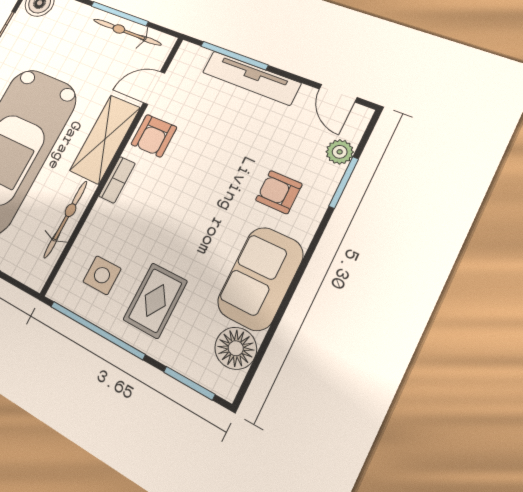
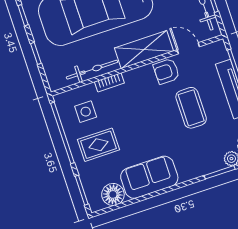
coffee table: (225, 145) -> (191, 108), added
bookcase: (117, 180) -> (109, 82), moved
armchair: (279, 192) -> (192, 151), removed

